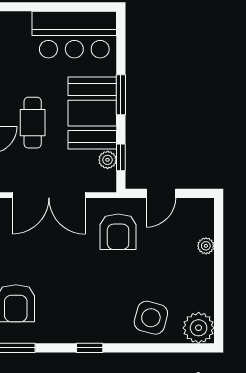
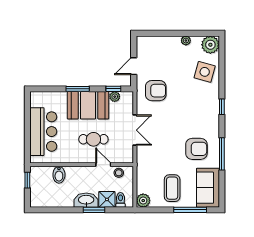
bar counter: (74, 35) -> (43, 132), moved
door: (161, 193) -> (134, 66), swing flipped
double door: (49, 195) -> (135, 130), width x0.73
plant: (206, 246) -> (186, 41), moved

